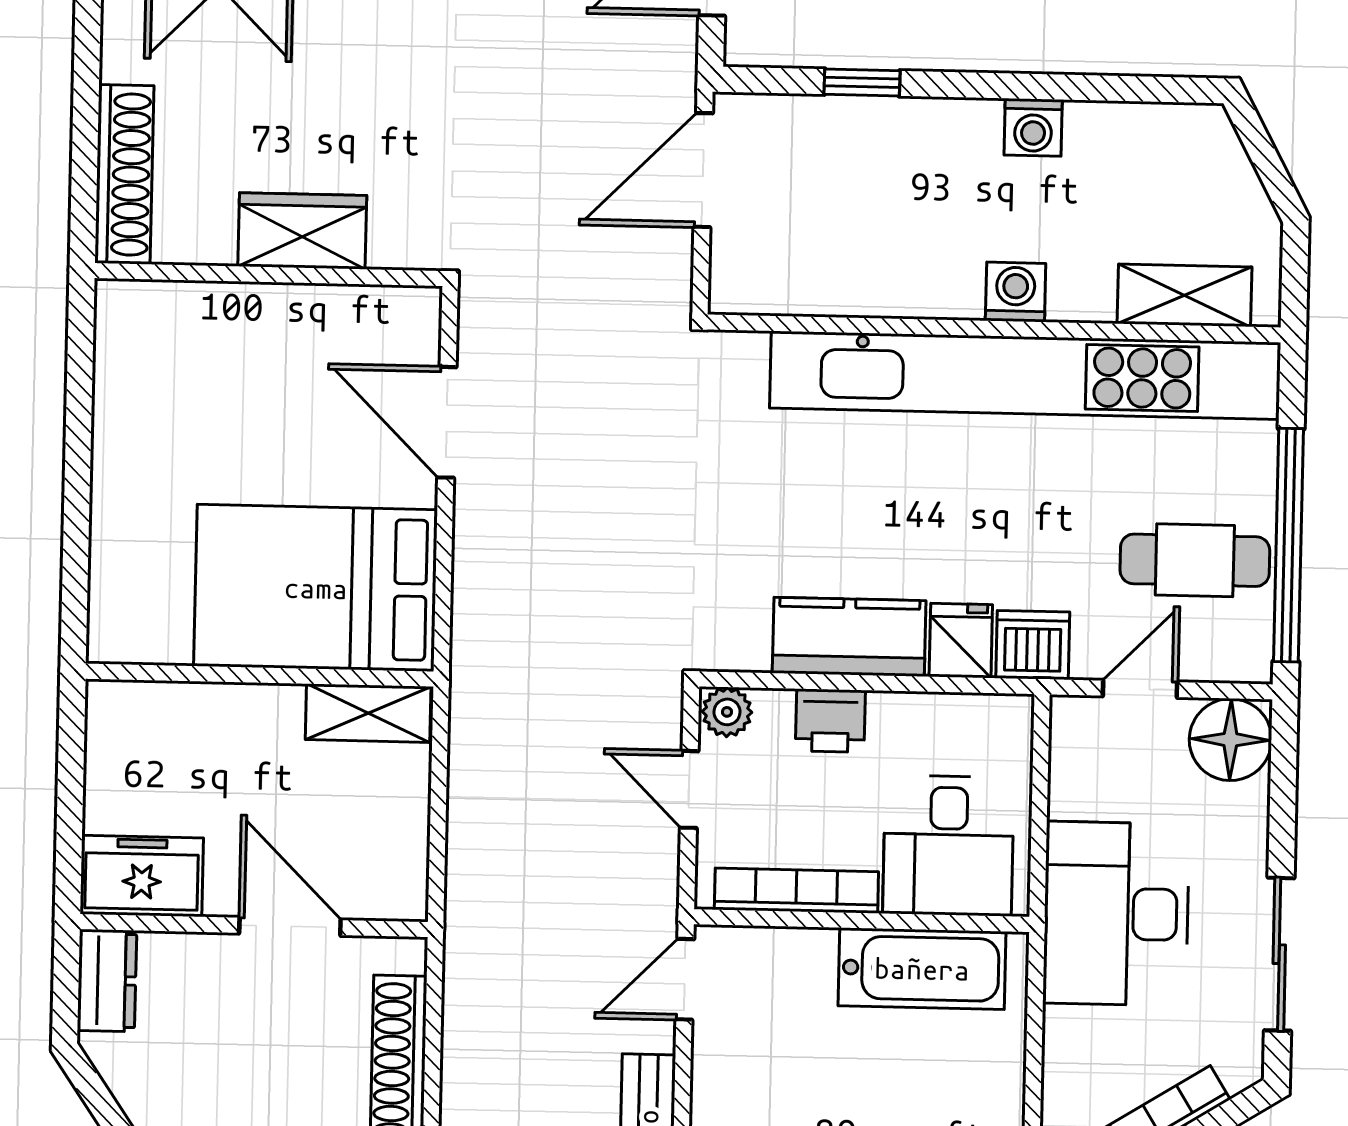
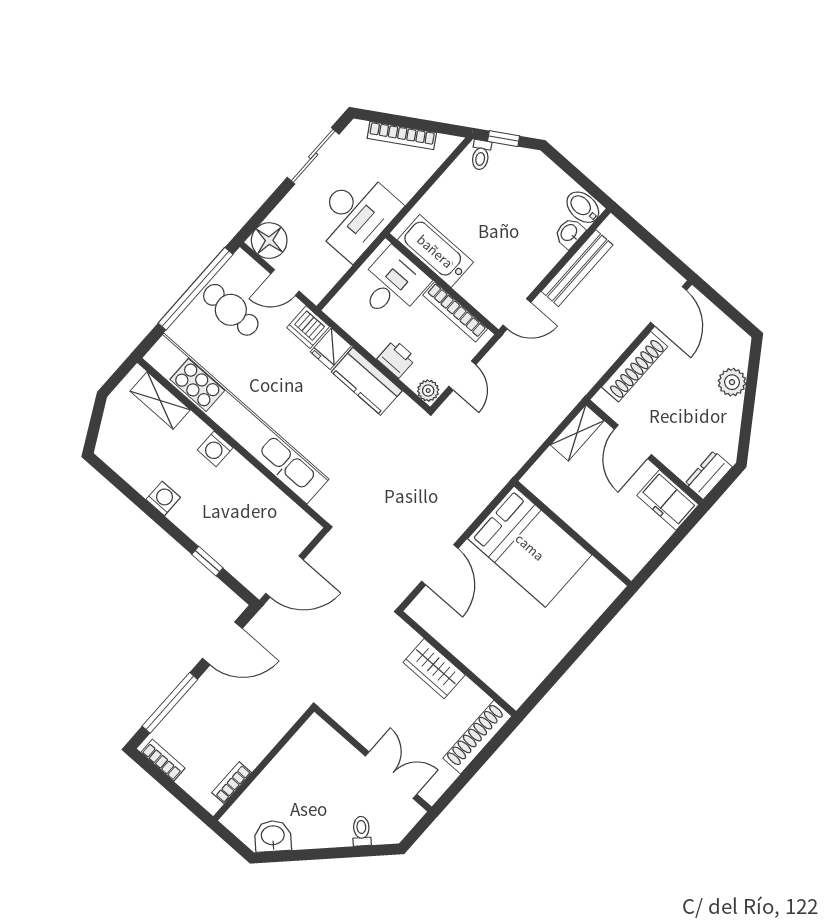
shelving: (368, 713) -> (577, 433), moved, turned 90

